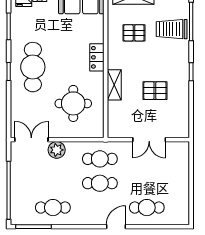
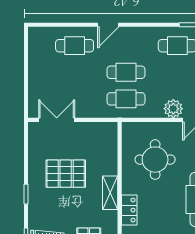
shelving: (114, 85) -> (110, 193), moved
pallet: (155, 91) -> (66, 174), width x1.50, depth x1.42
double door: (149, 140) -> (57, 120), moved

